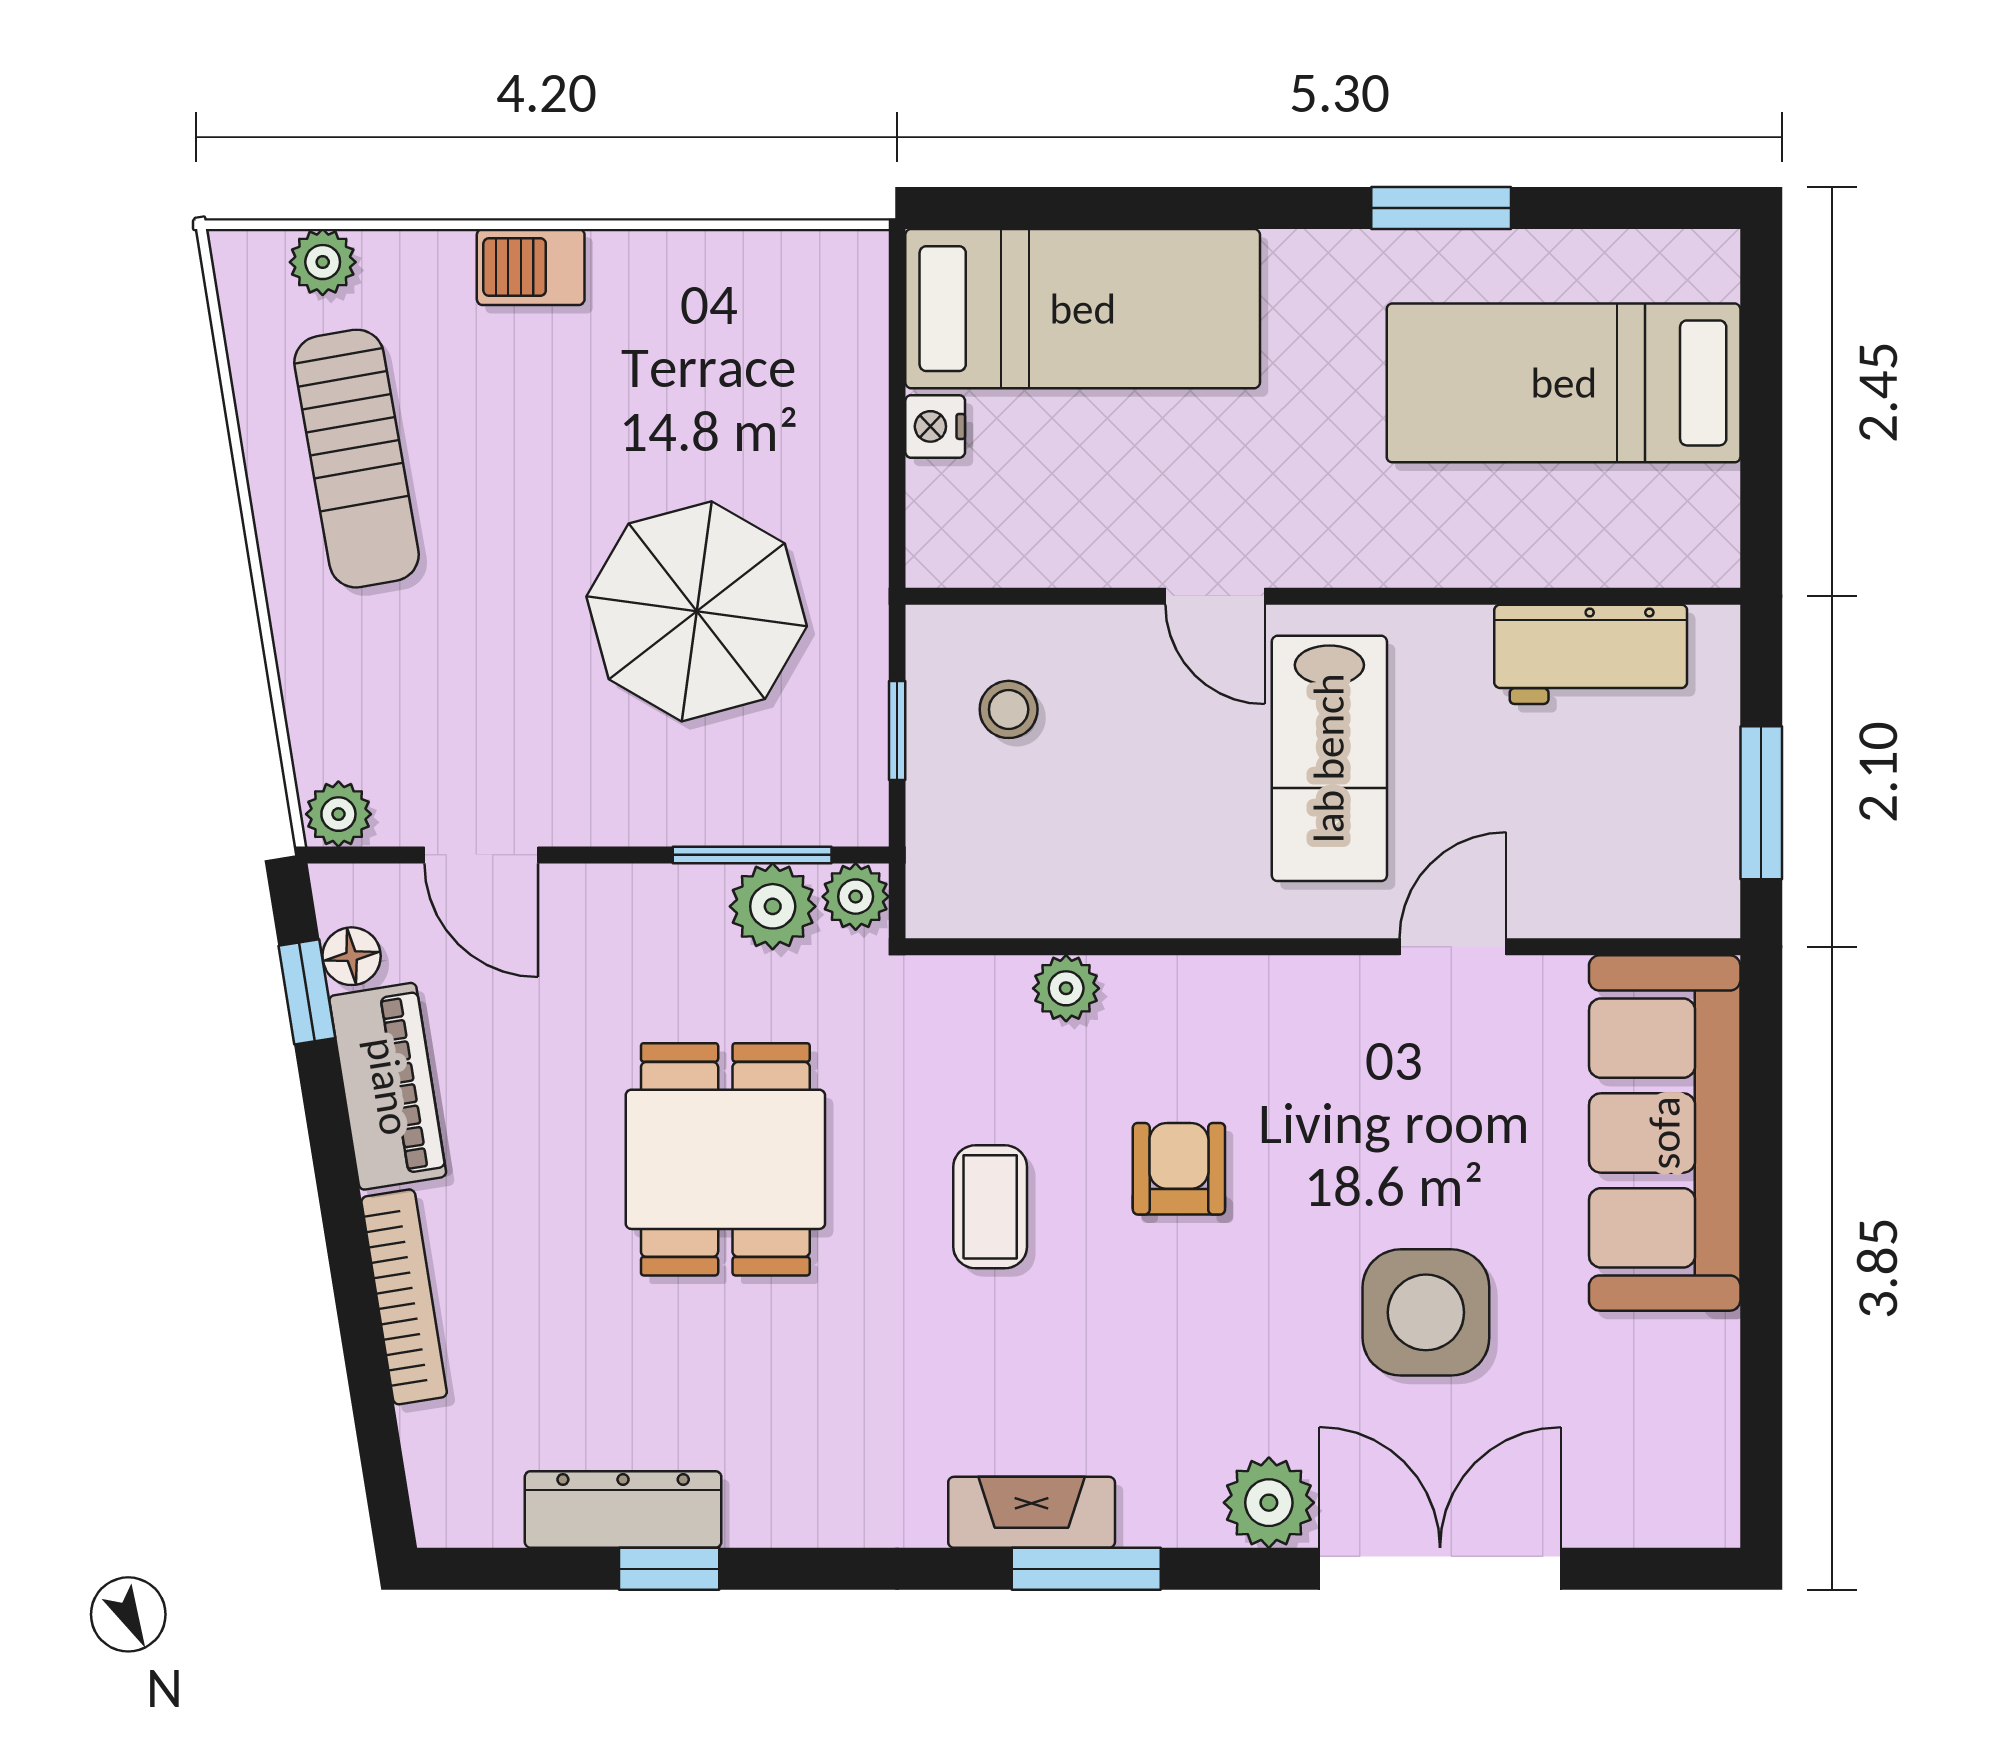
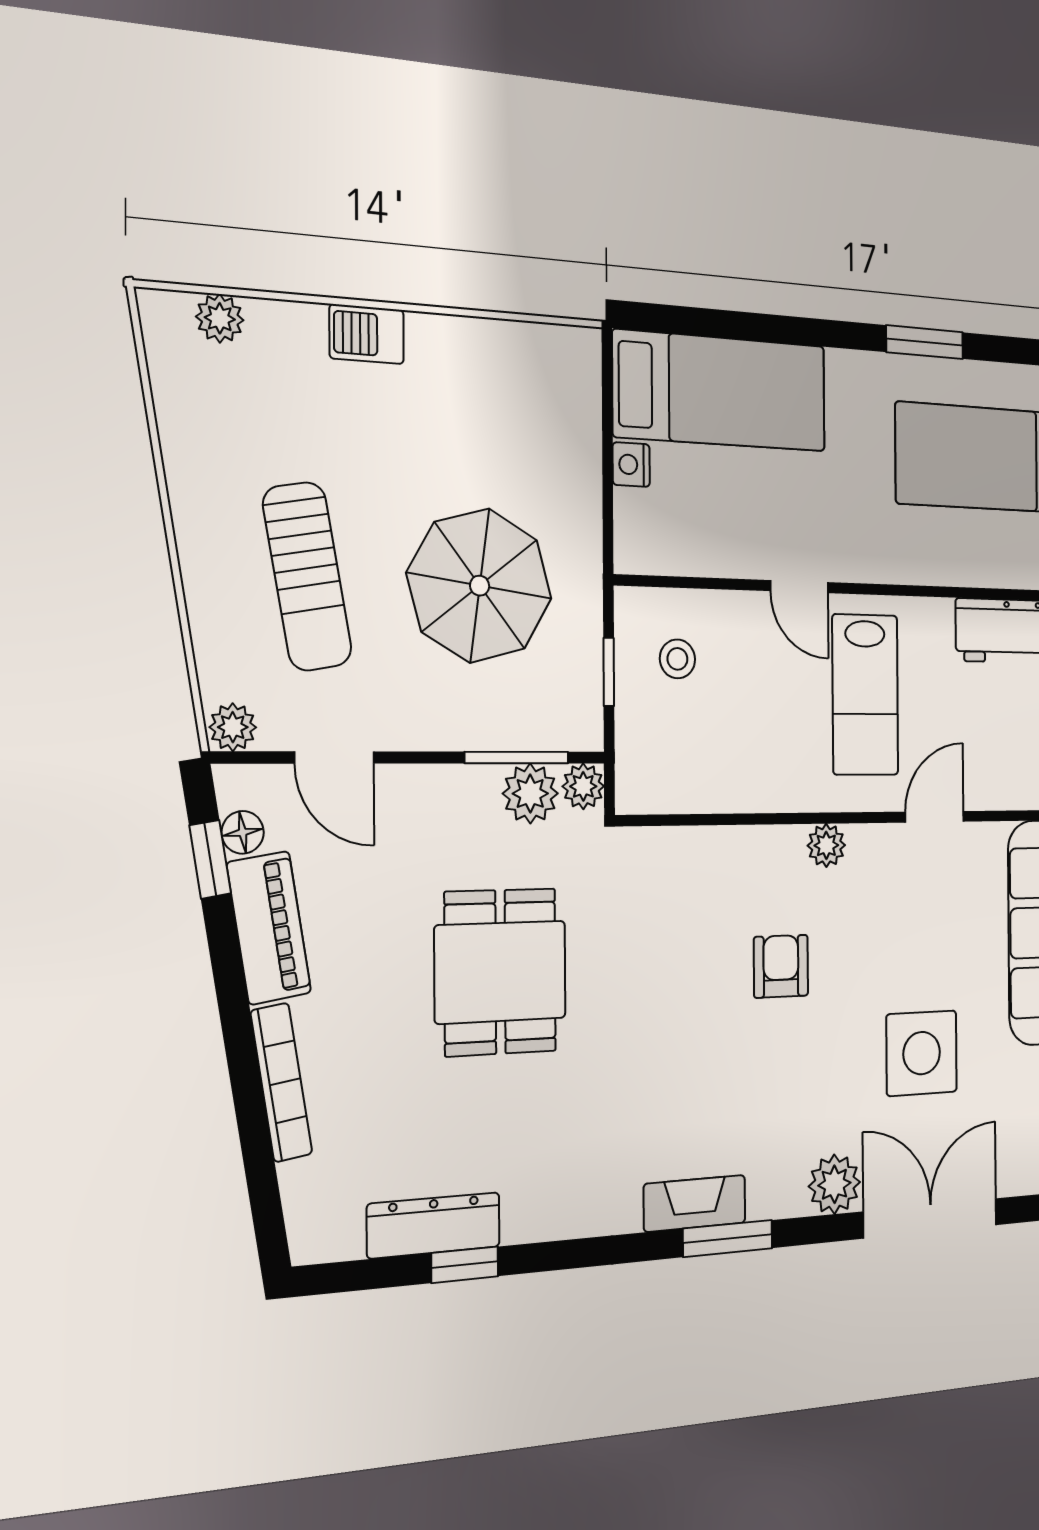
sun lounger: (357, 459) -> (307, 576), moved
plant: (1066, 988) -> (826, 845), moved
coffee table: (990, 1207) -> (668, 997), removed

